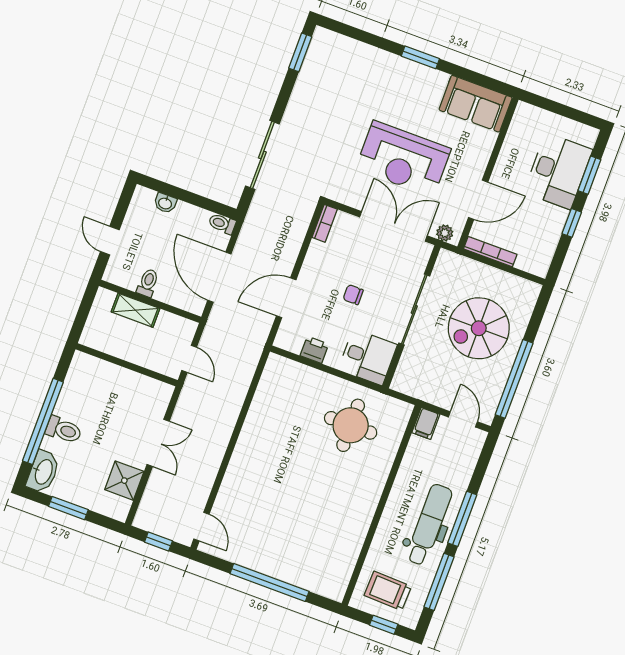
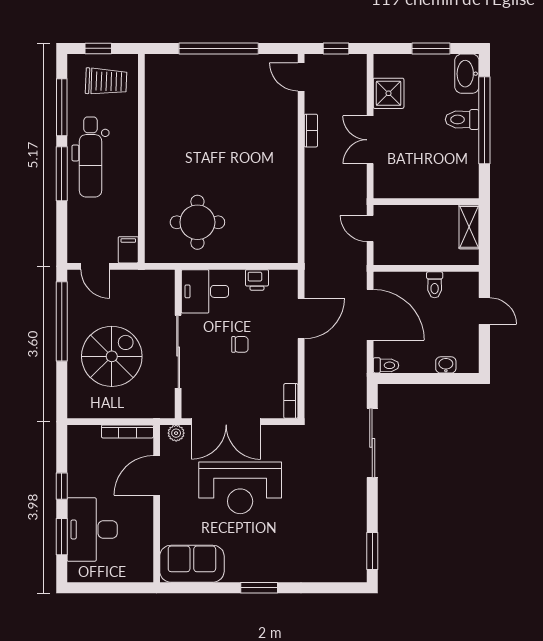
reception desk: (403, 159) -> (240, 488), turned 180
shelving: (136, 310) -> (469, 227), moved, turned 90
bookcase: (211, 472) -> (311, 131), added

